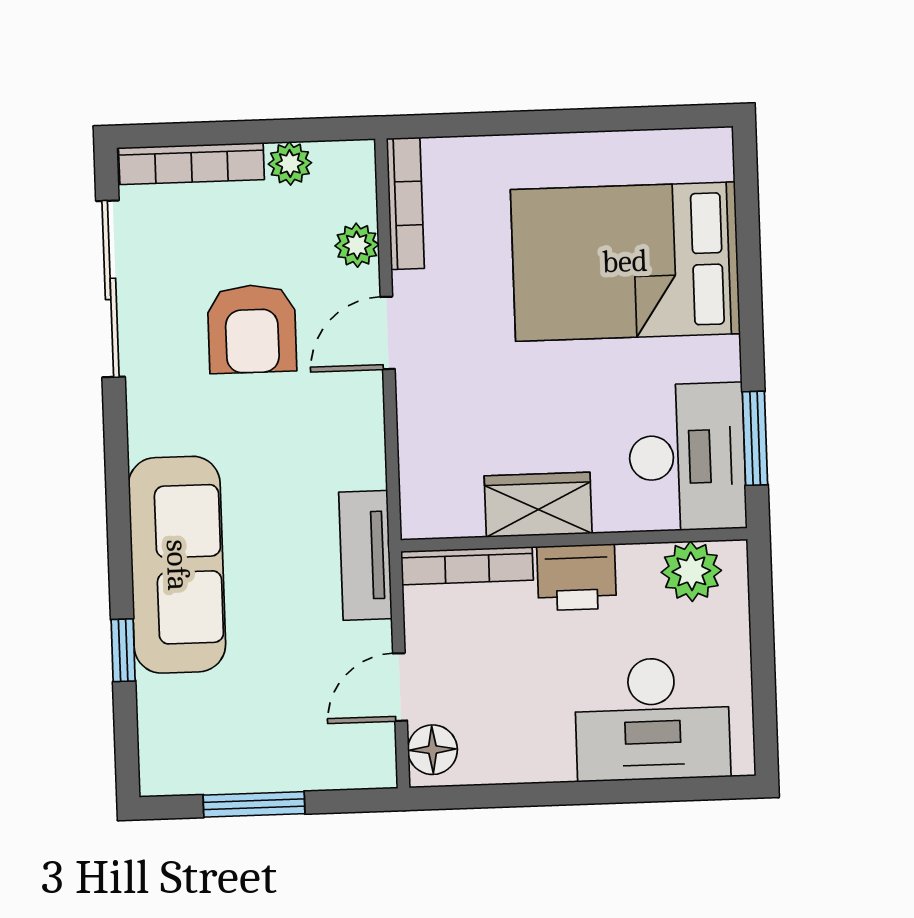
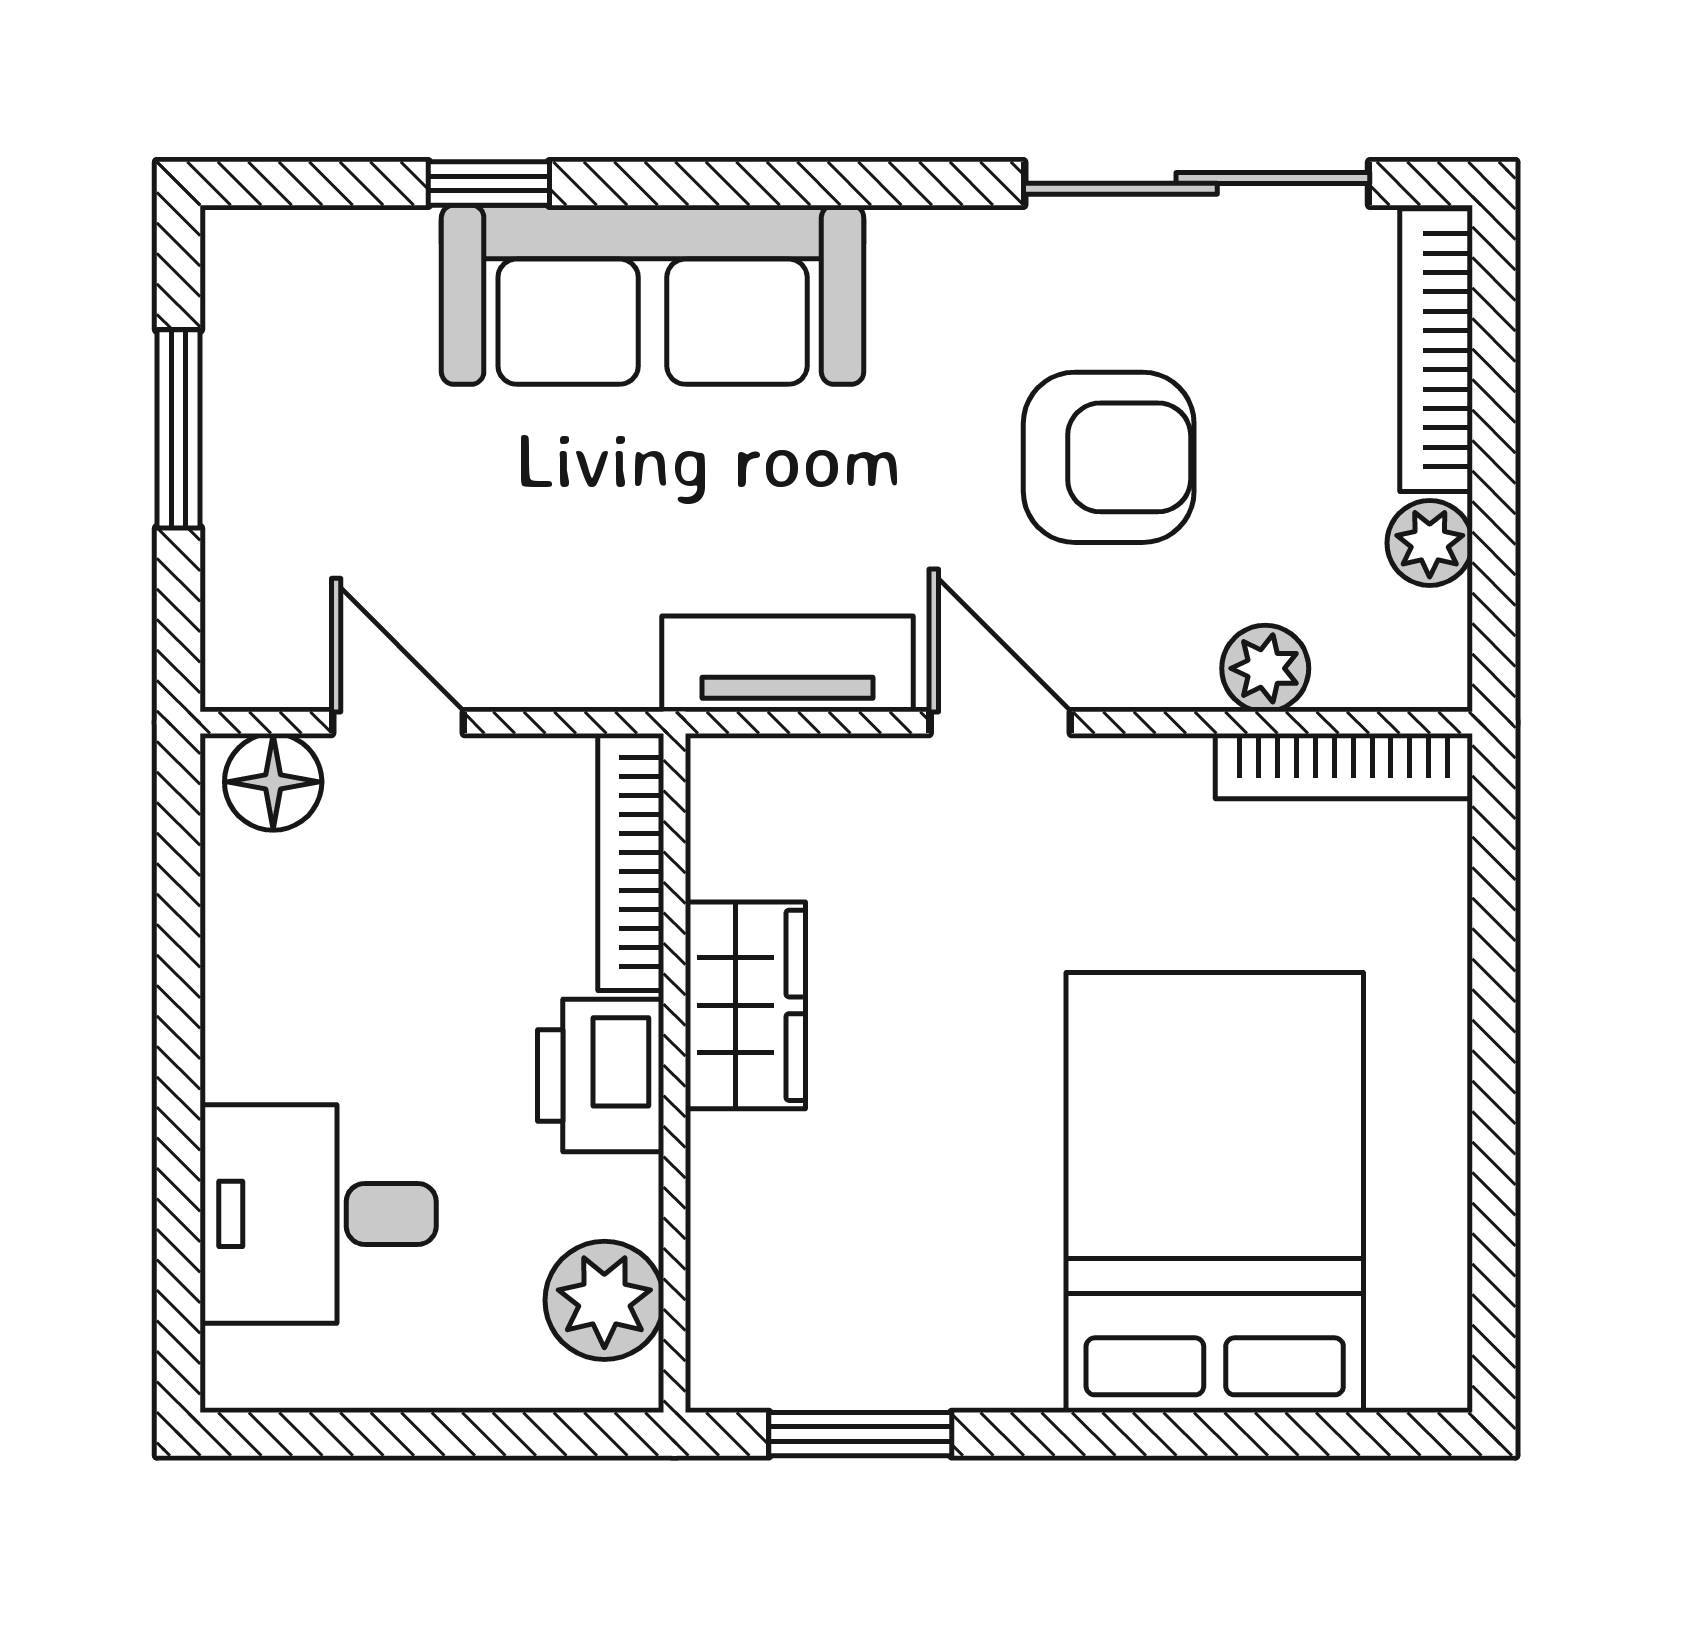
armchair: (252, 329) -> (1109, 457), turned 180
door: (388, 333) -> (1000, 723), moved
desk: (687, 457) -> (828, 1300), removed
tv unit: (365, 555) -> (787, 664), moved
desk: (652, 719) -> (318, 1214), width x0.73

